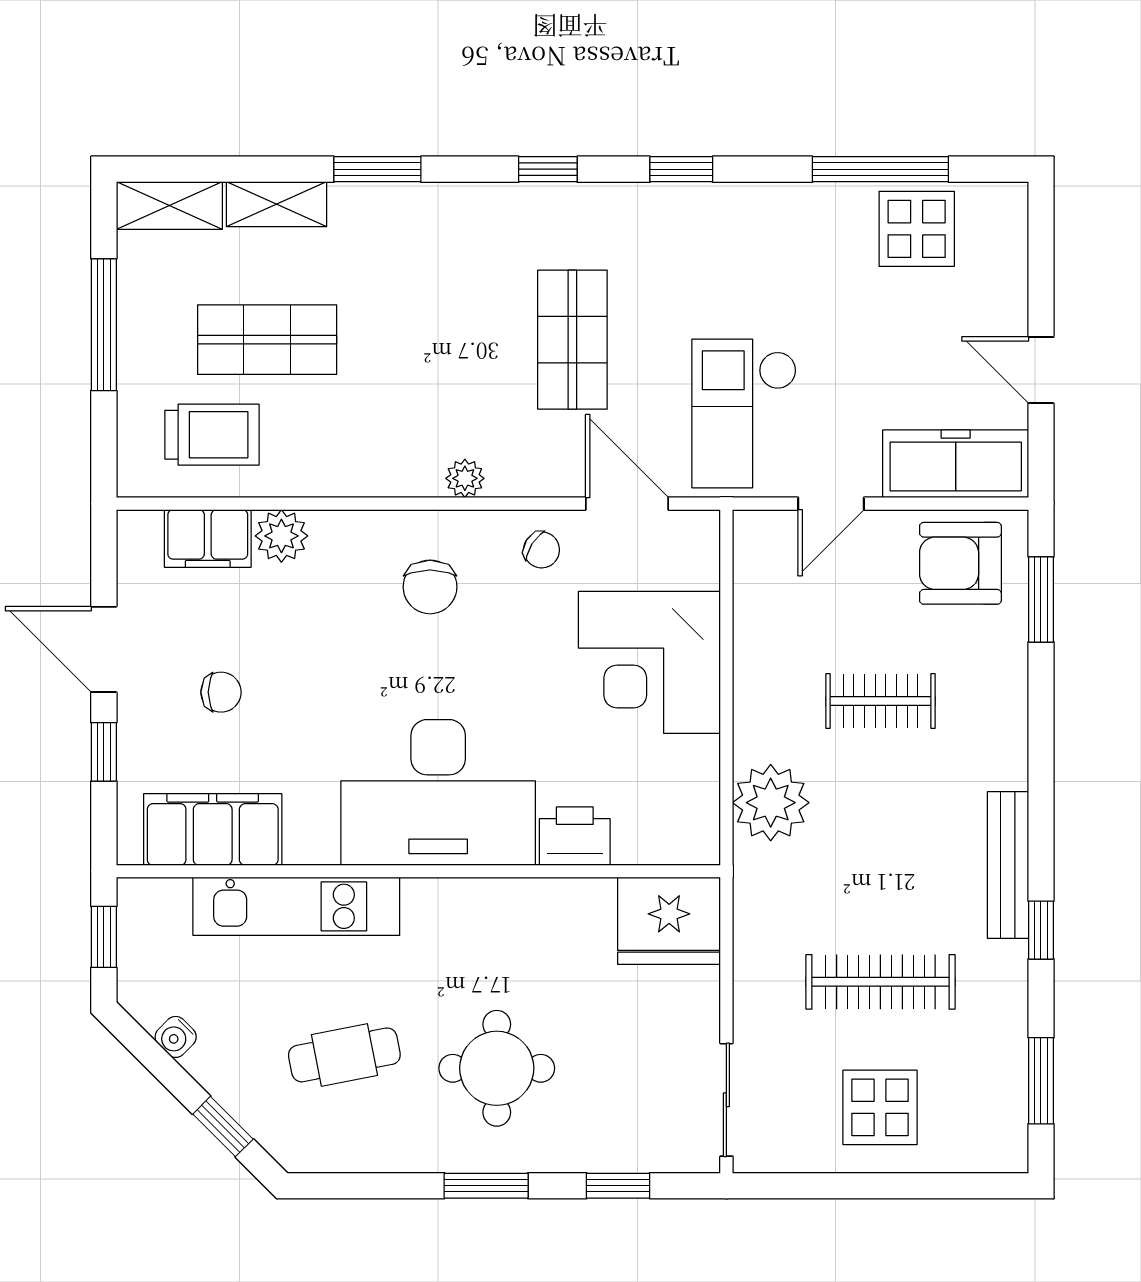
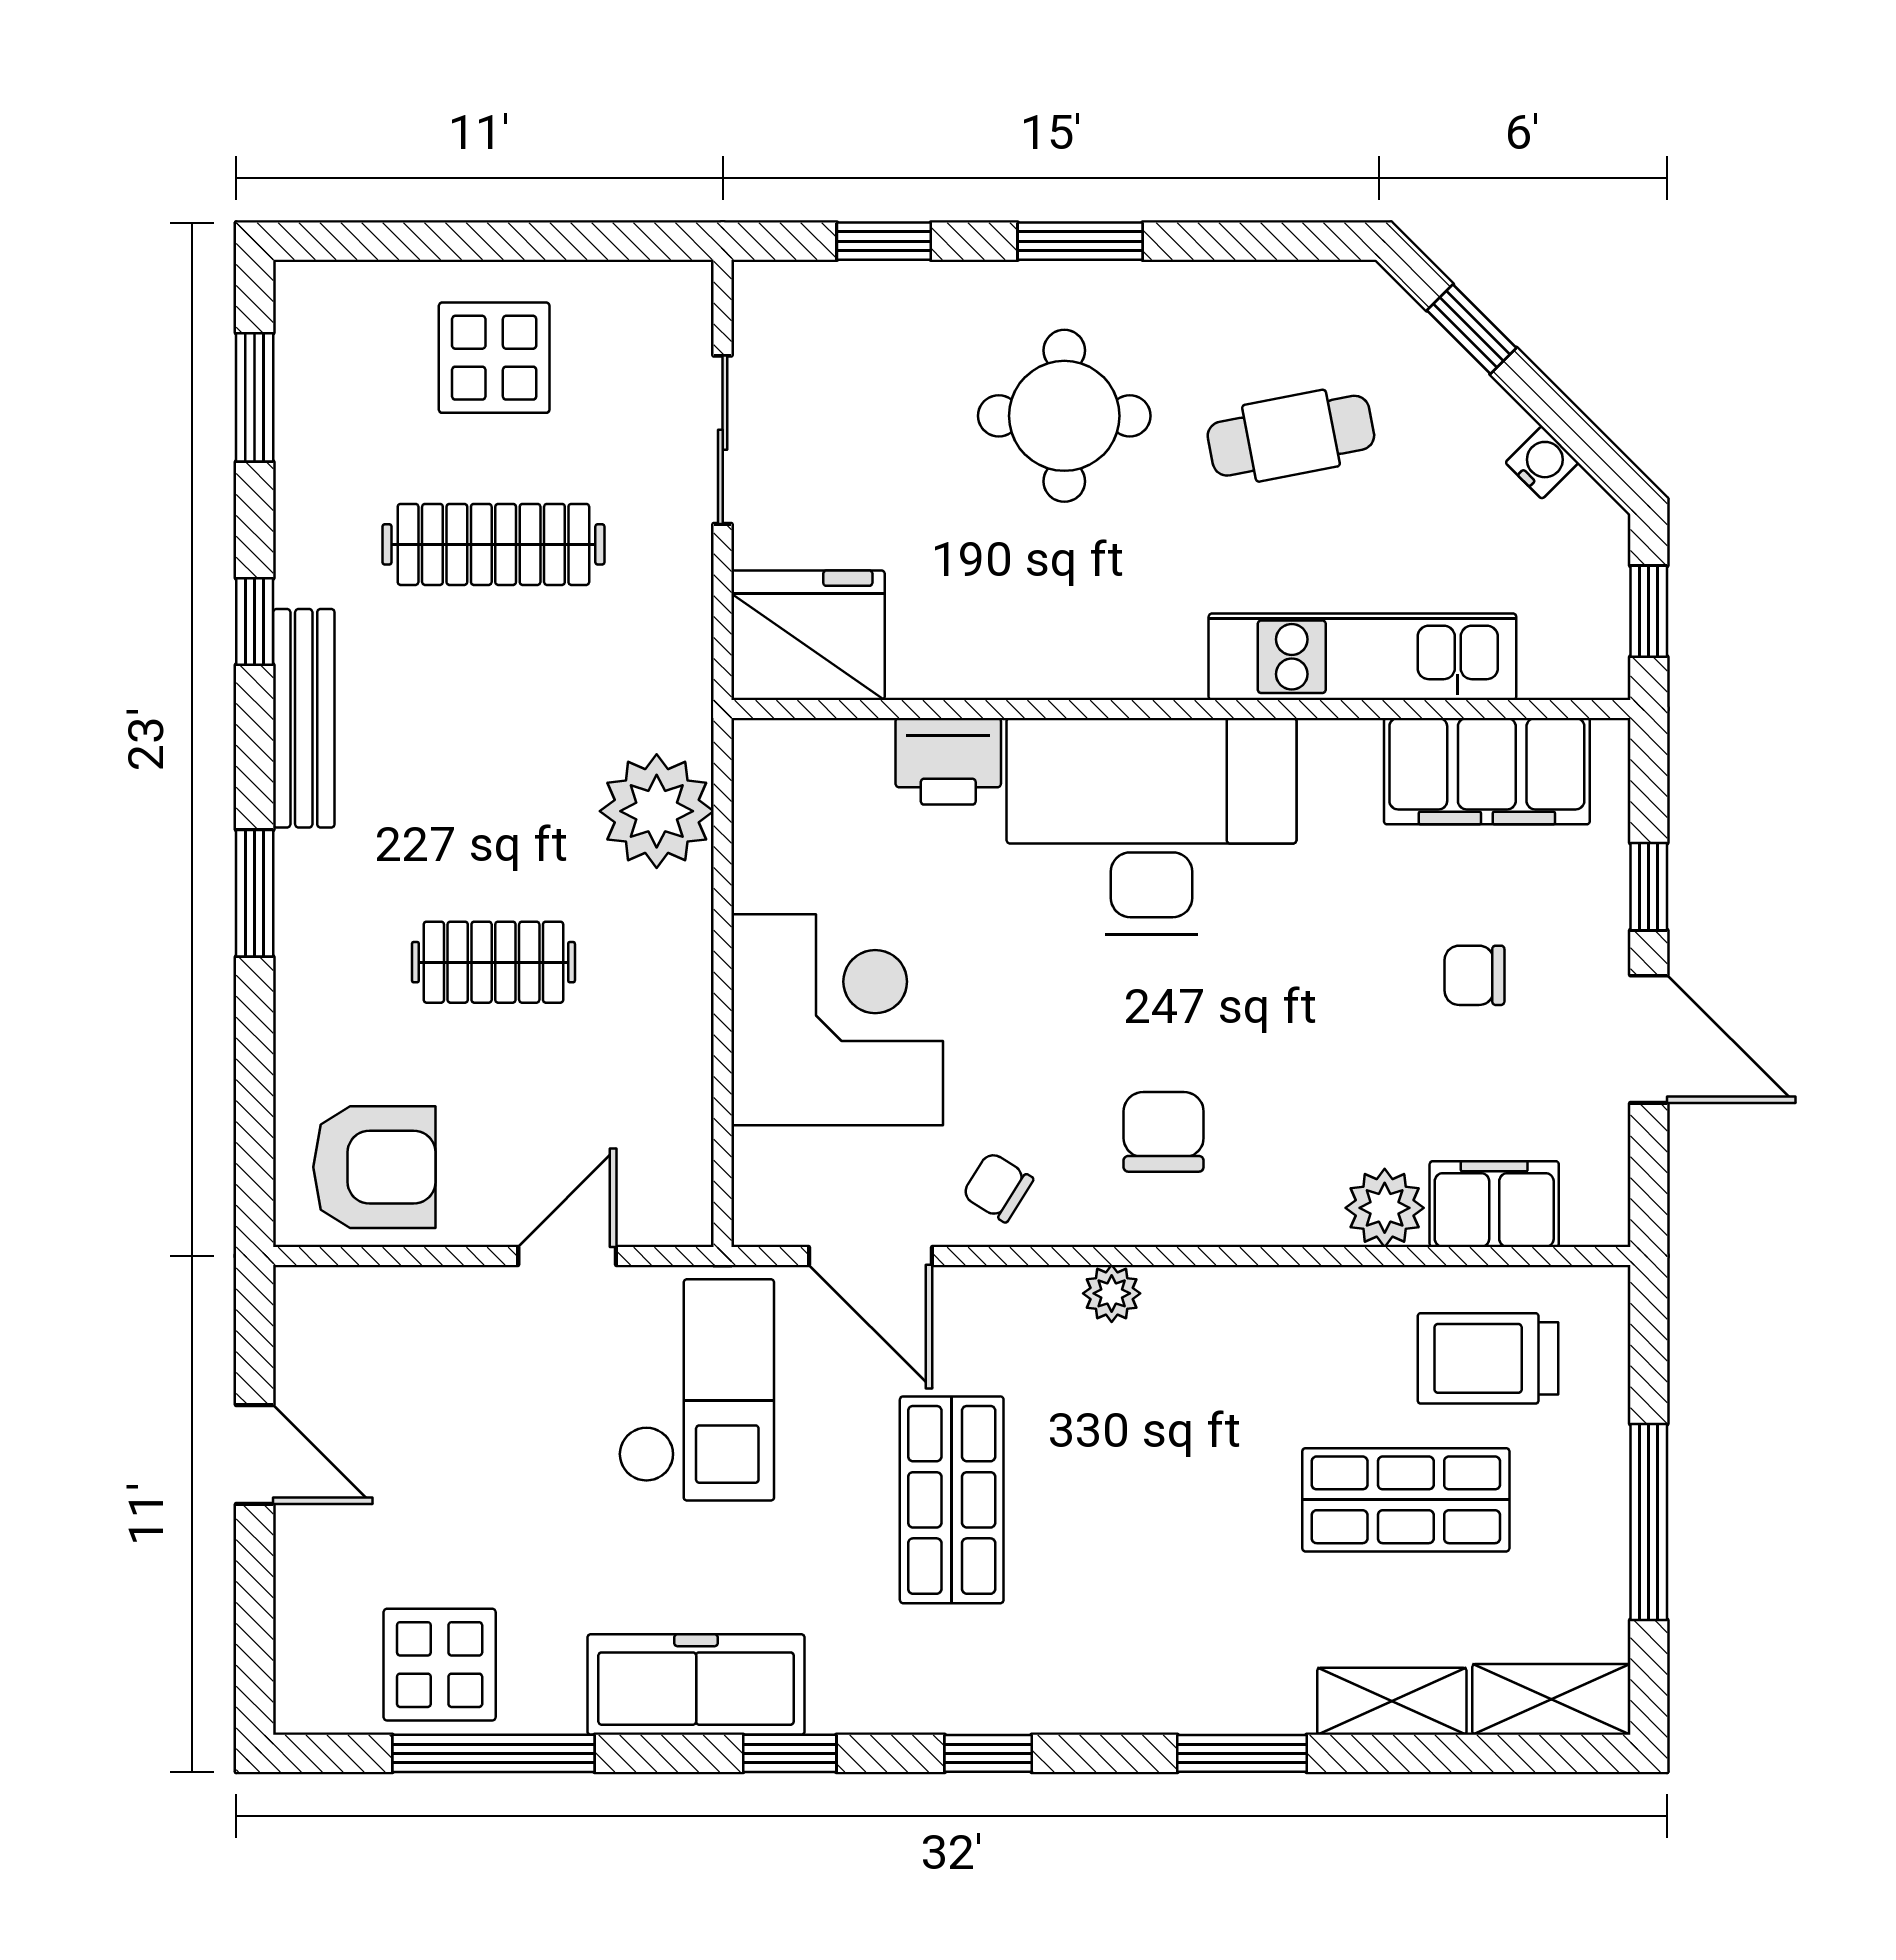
freezer: (956, 464) -> (696, 1685), moved, turned 180
window: (1041, 599) -> (255, 893), moved
sliding door: (726, 1100) -> (723, 440), moved

